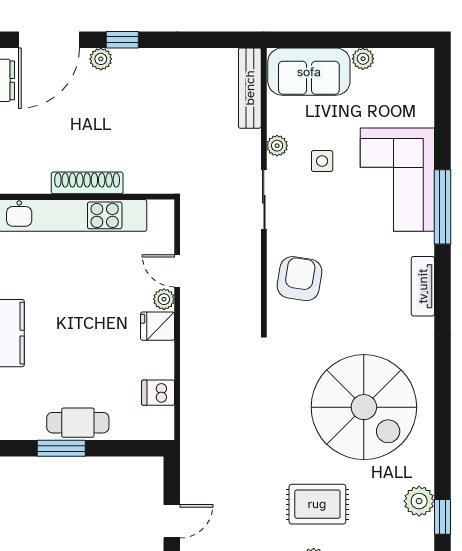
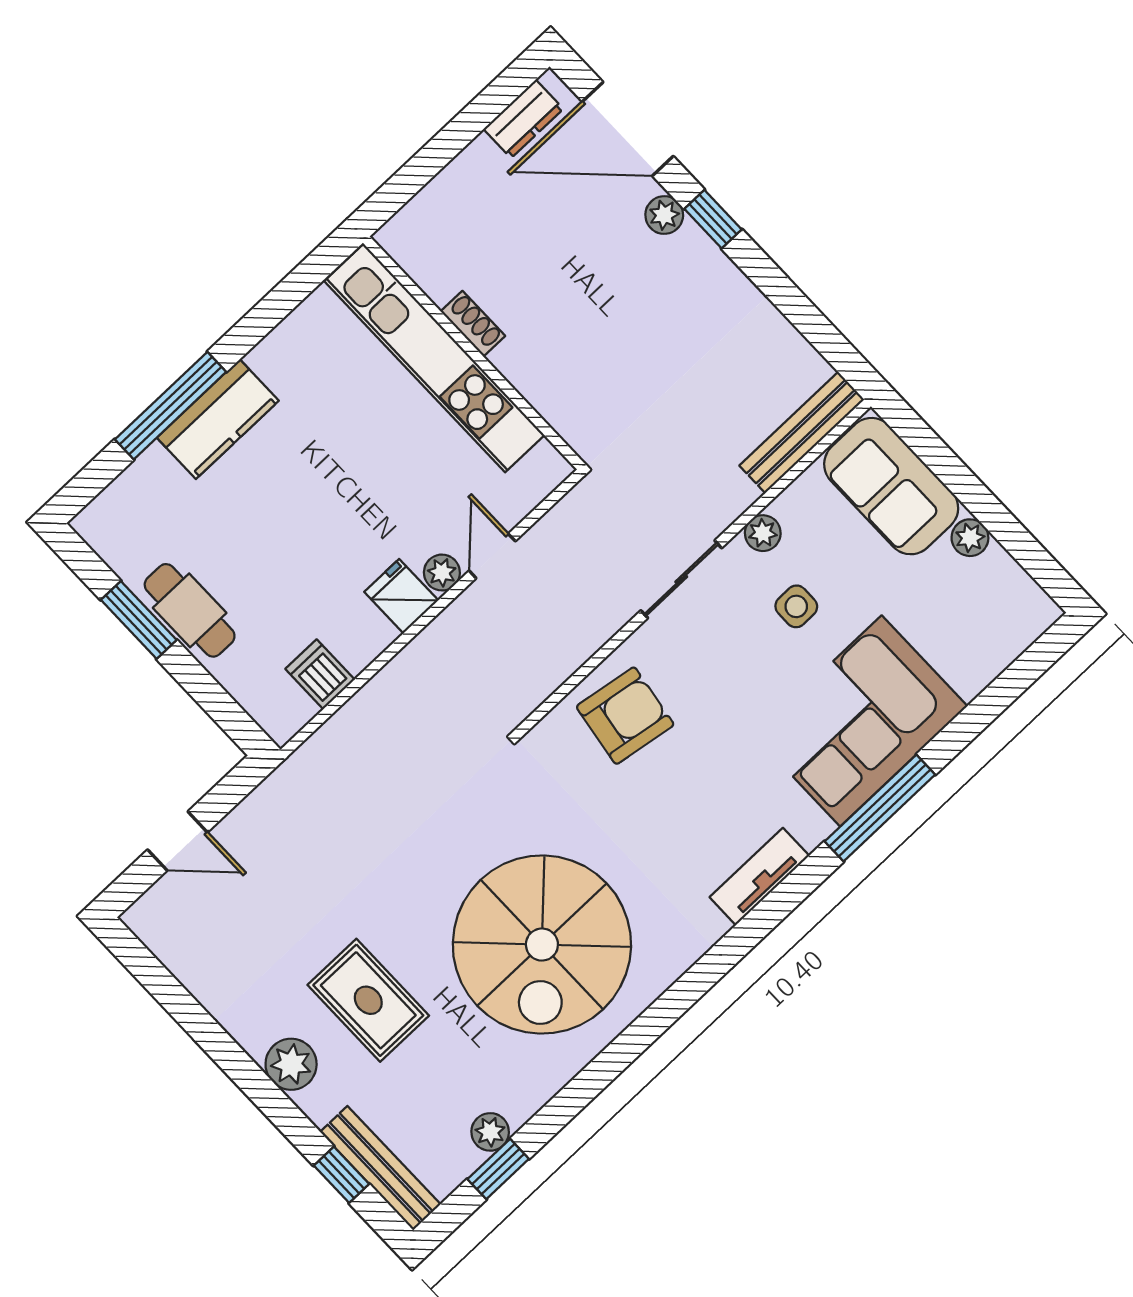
shoe rack: (87, 183) -> (473, 324), width x0.51, depth x0.81
plant: (419, 501) -> (490, 1132), width x0.73, depth x0.73

